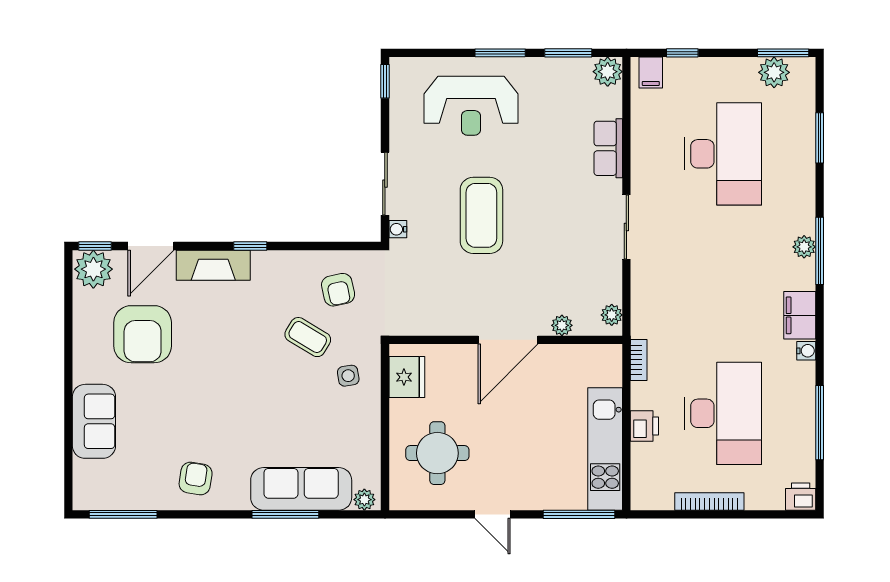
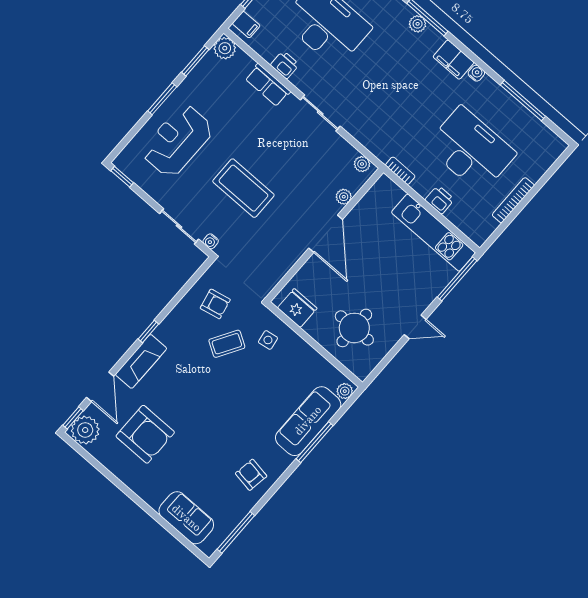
reception desk: (471, 106) -> (177, 141), turned 180
sofa: (94, 421) -> (186, 518), moved
printer: (801, 497) -> (285, 65), moved, turned 90

